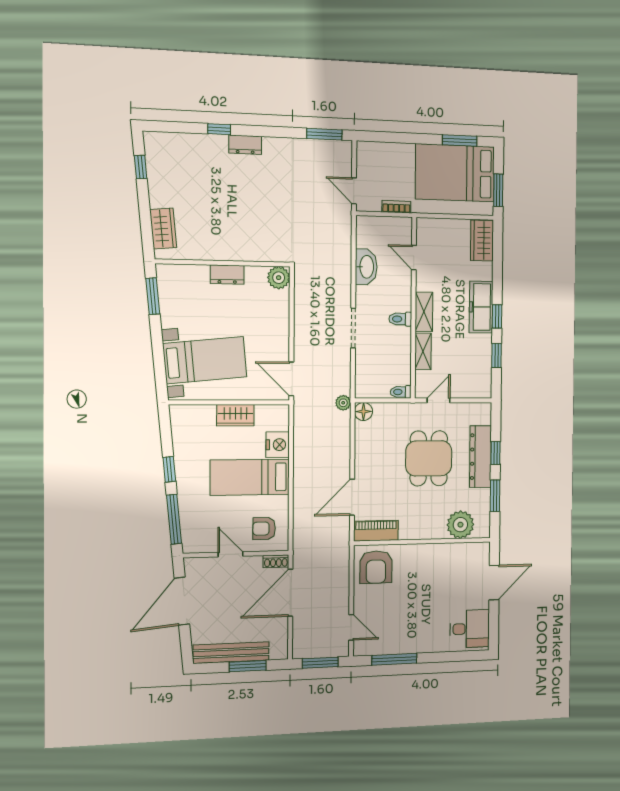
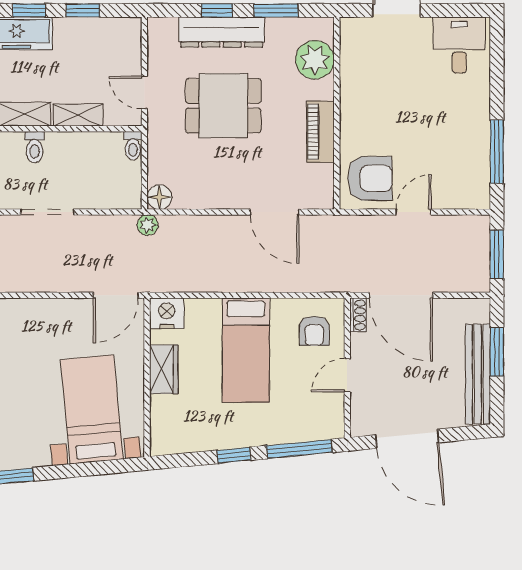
nightstand: (278, 445) -> (167, 313), moved
piano: (376, 531) -> (320, 132), moved
door: (351, 627) -> (413, 212), moved

